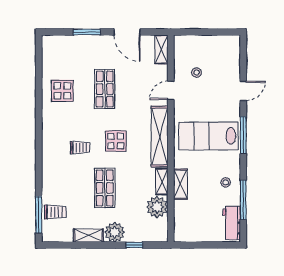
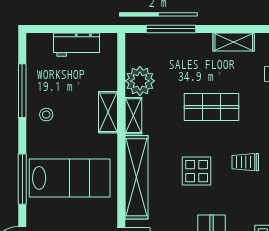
shop shelf: (105, 188) -> (212, 107), turned 90
workbench: (232, 223) -> (76, 45), moved, turned 90
plant: (115, 232) -> (198, 46), removed
window: (134, 245) -> (171, 29), width x2.17

